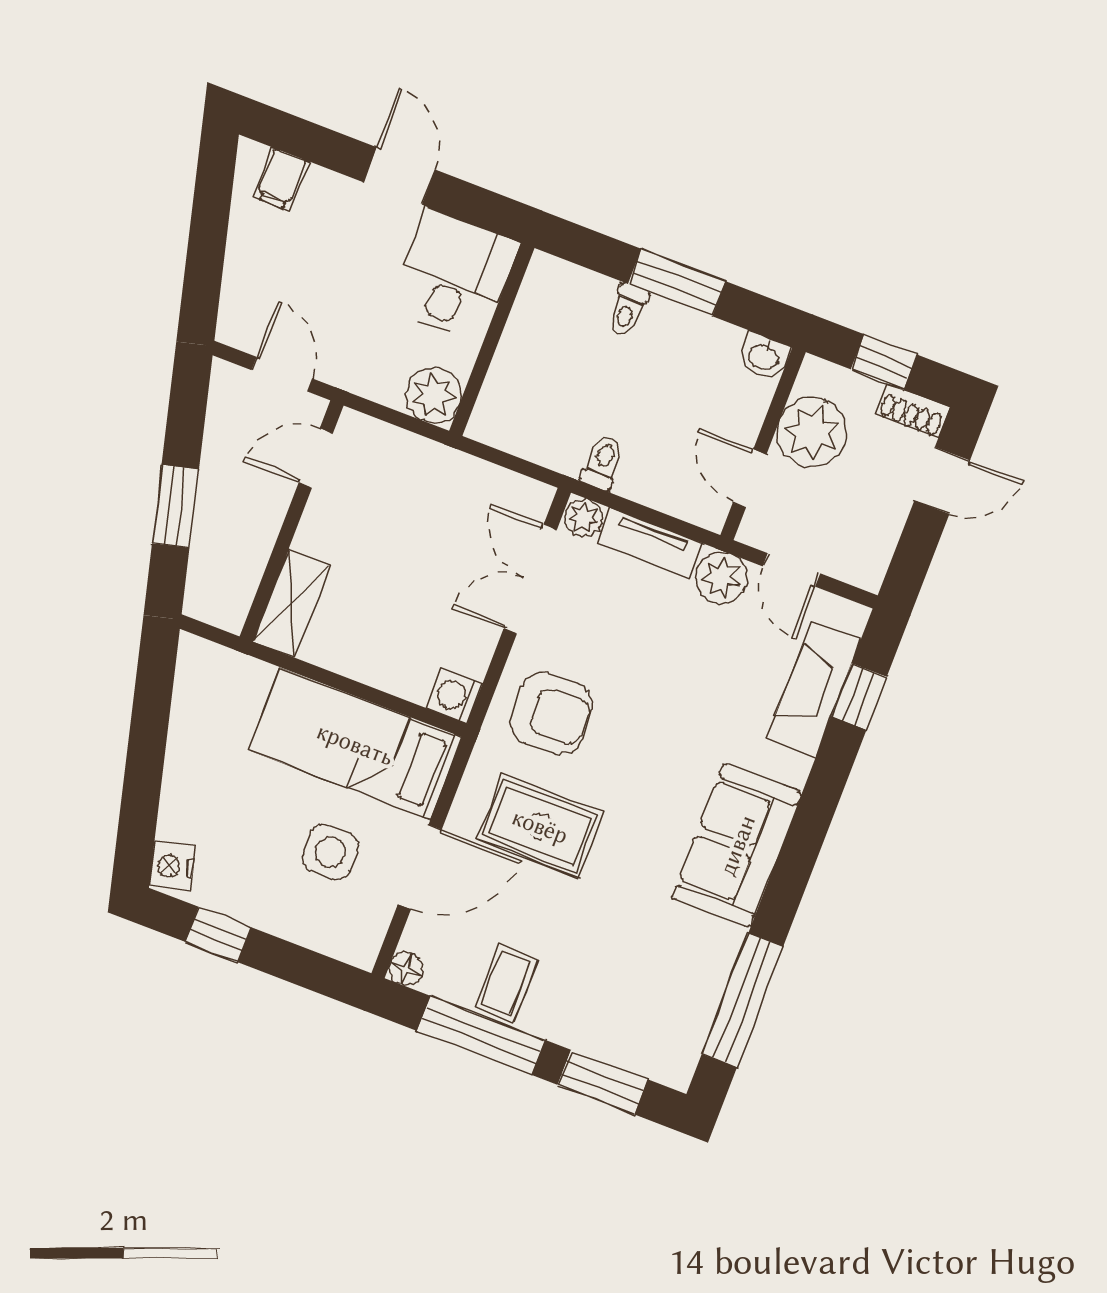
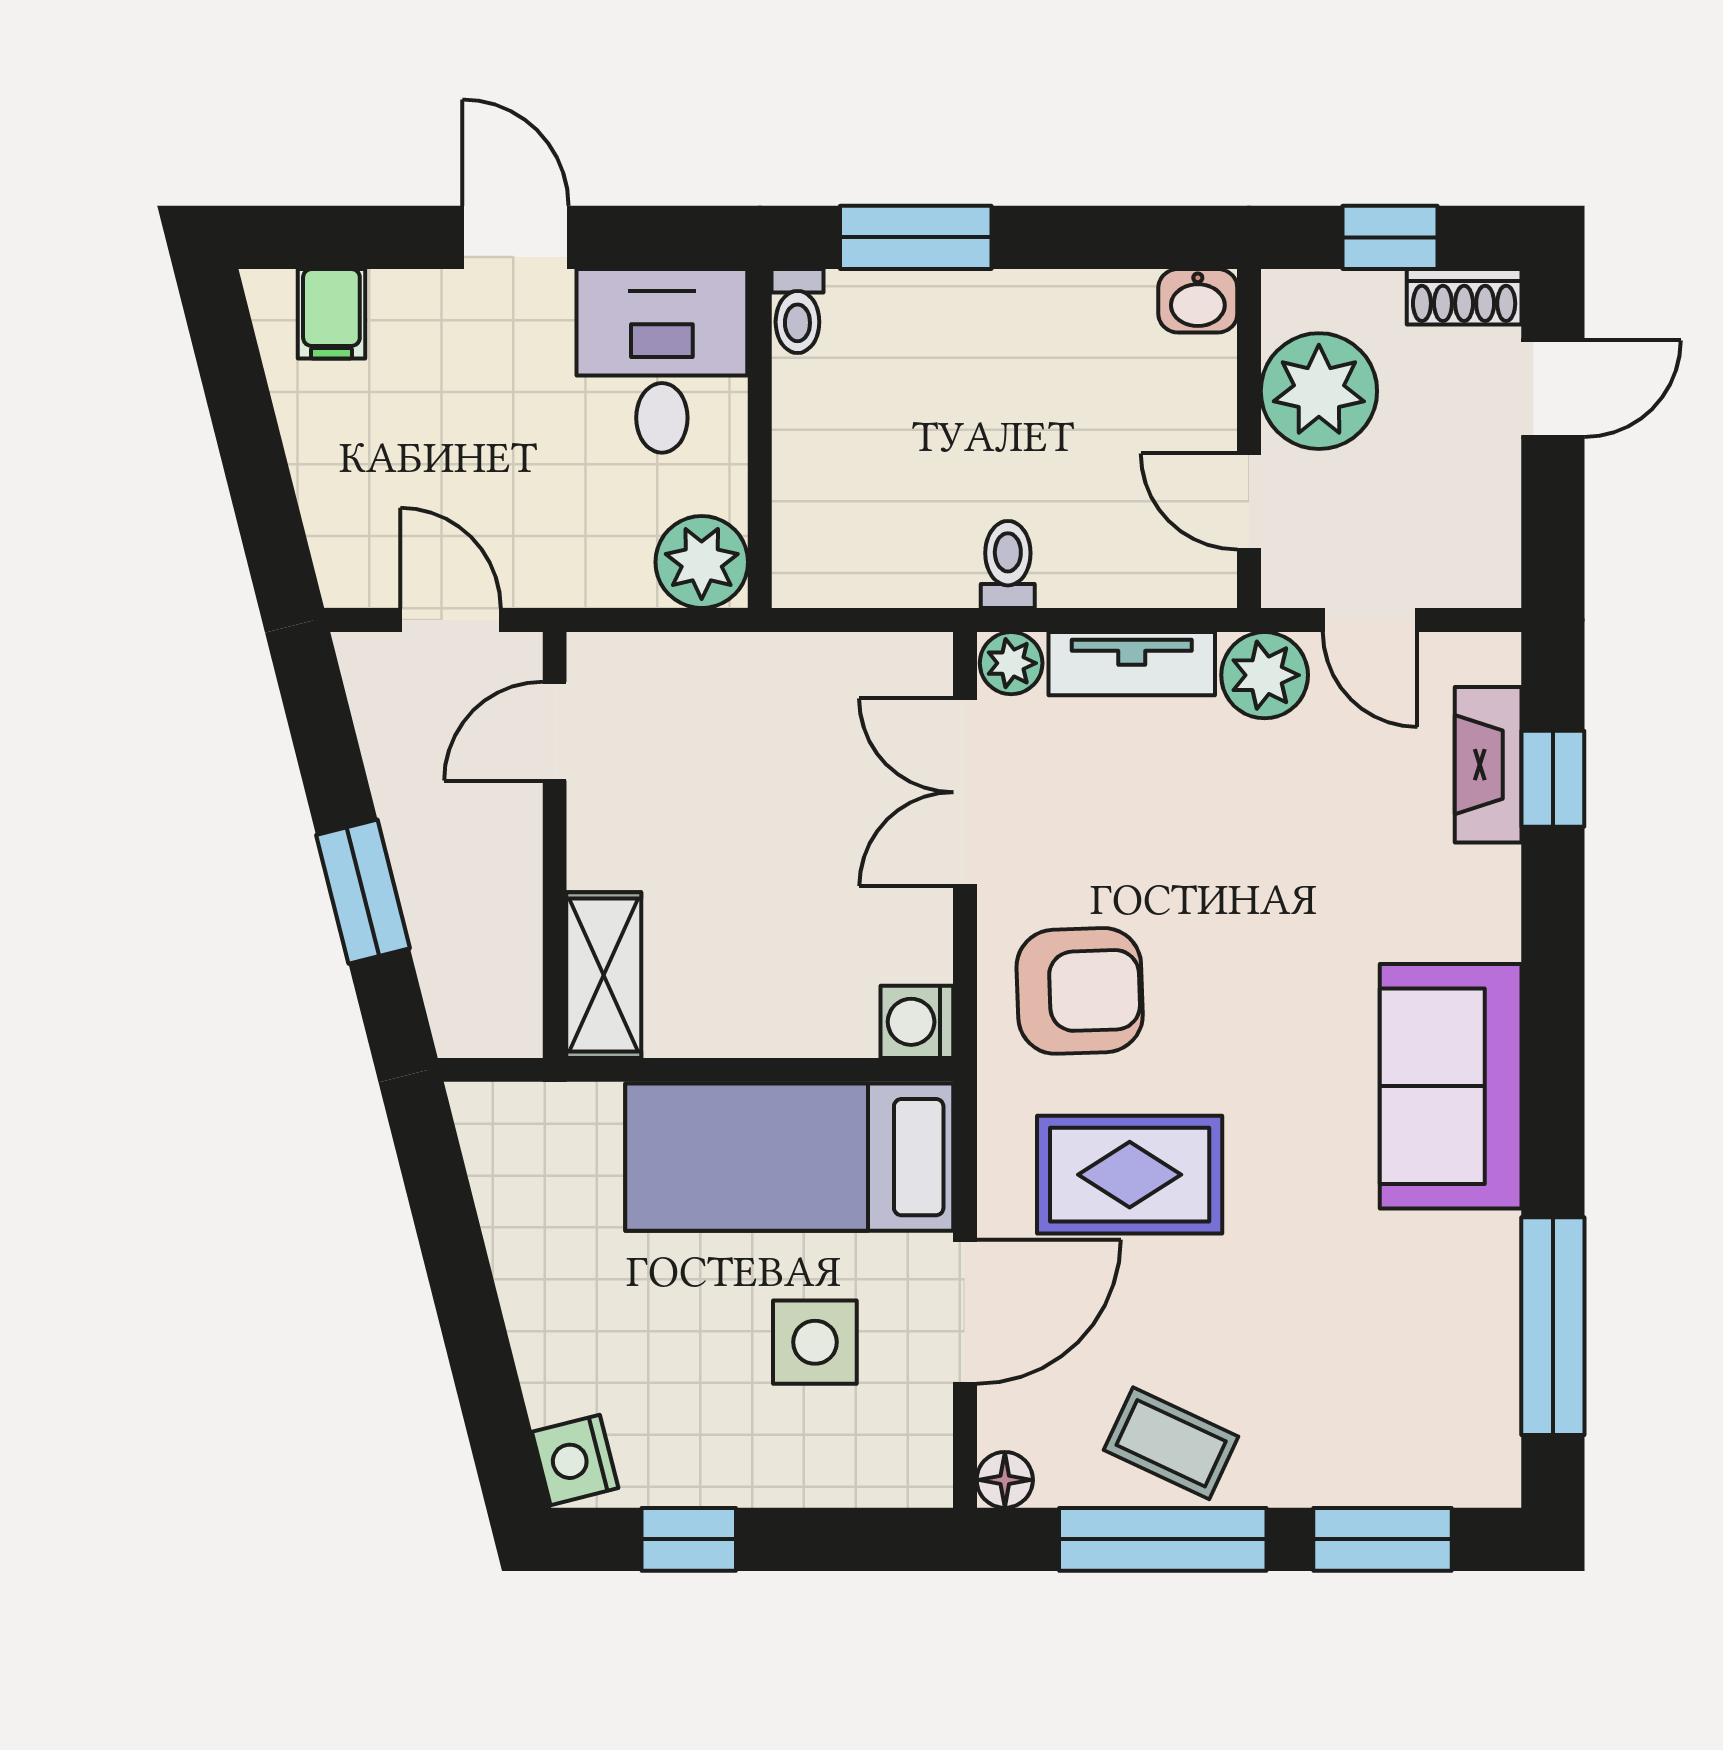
window: (677, 282) -> (916, 237), moved
toilet: (627, 310) -> (797, 311), moved
fireplace: (814, 689) -> (1488, 765), width x0.73, depth x0.76
coffee table: (506, 984) -> (1171, 1443), turned -65

